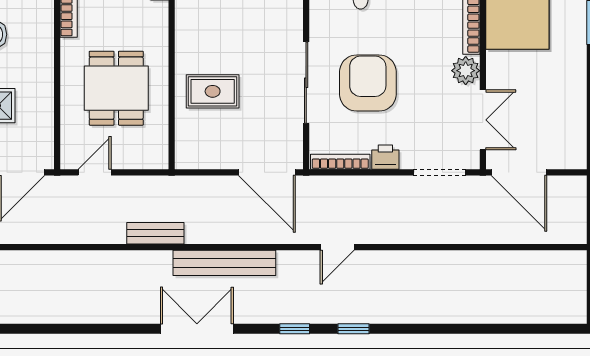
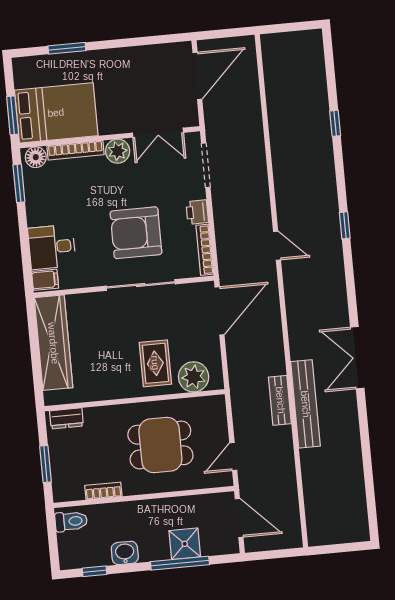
double door: (483, 120) -> (158, 133), swing flipped
plant: (192, 135) -> (194, 377), added
door: (95, 172) -> (233, 457), hinge flipped
door: (519, 172) -> (197, 76), moved
bench: (224, 263) -> (305, 404), moved
window: (295, 329) -> (335, 123), moved

